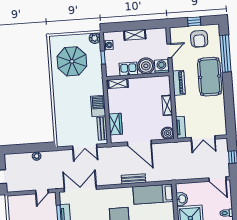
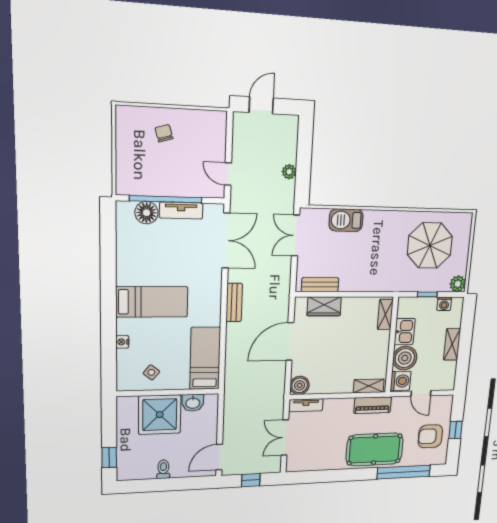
shelving: (167, 105) -> (369, 386), moved
barbecue: (98, 106) -> (346, 220), moved, turned 180
double door: (85, 147) -> (296, 235), moved
bench: (134, 179) -> (234, 303), moved

